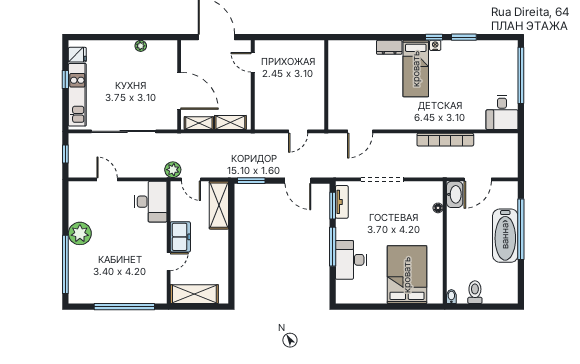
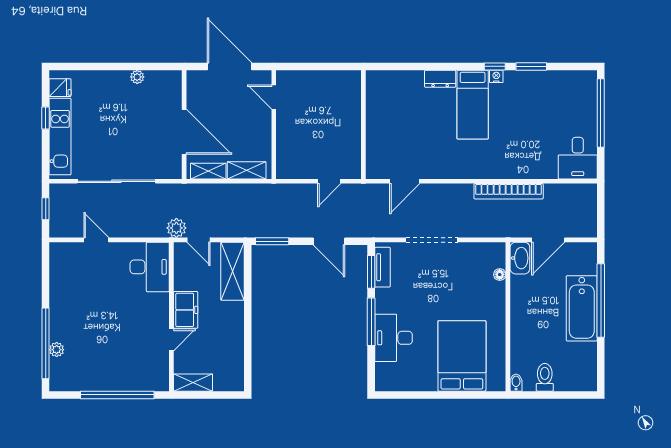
plant: (80, 233) -> (57, 350), moved, width x0.53, depth x0.53
shelving: (194, 294) -> (193, 383), width x0.67, depth x0.75

